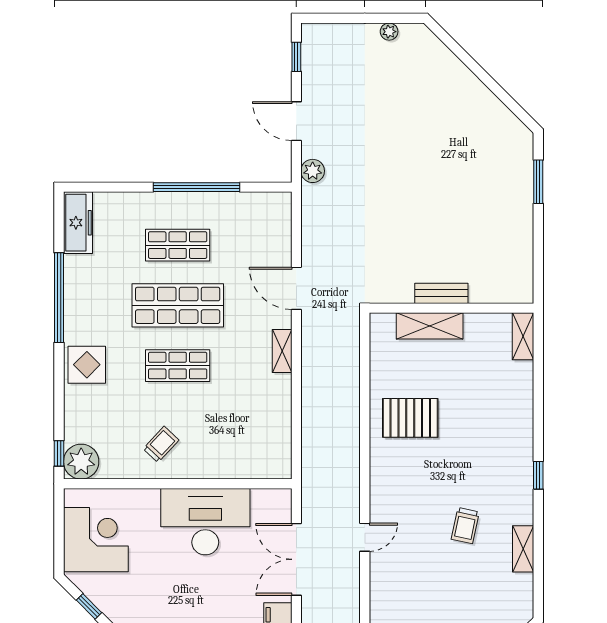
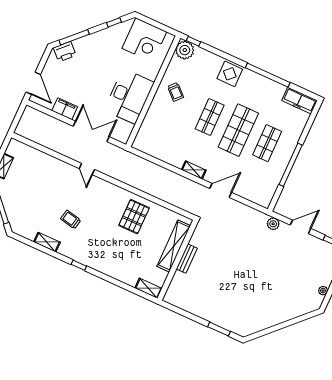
shelving: (430, 326) -> (174, 246), width x1.47

